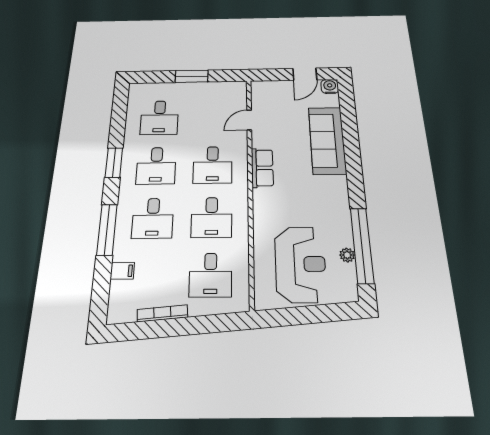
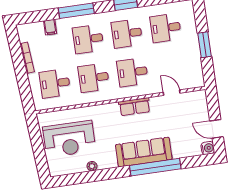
sofa: (327, 140) -> (144, 152), moved
window: (362, 245) -> (155, 167), moved
plant: (347, 255) -> (92, 166), moved

